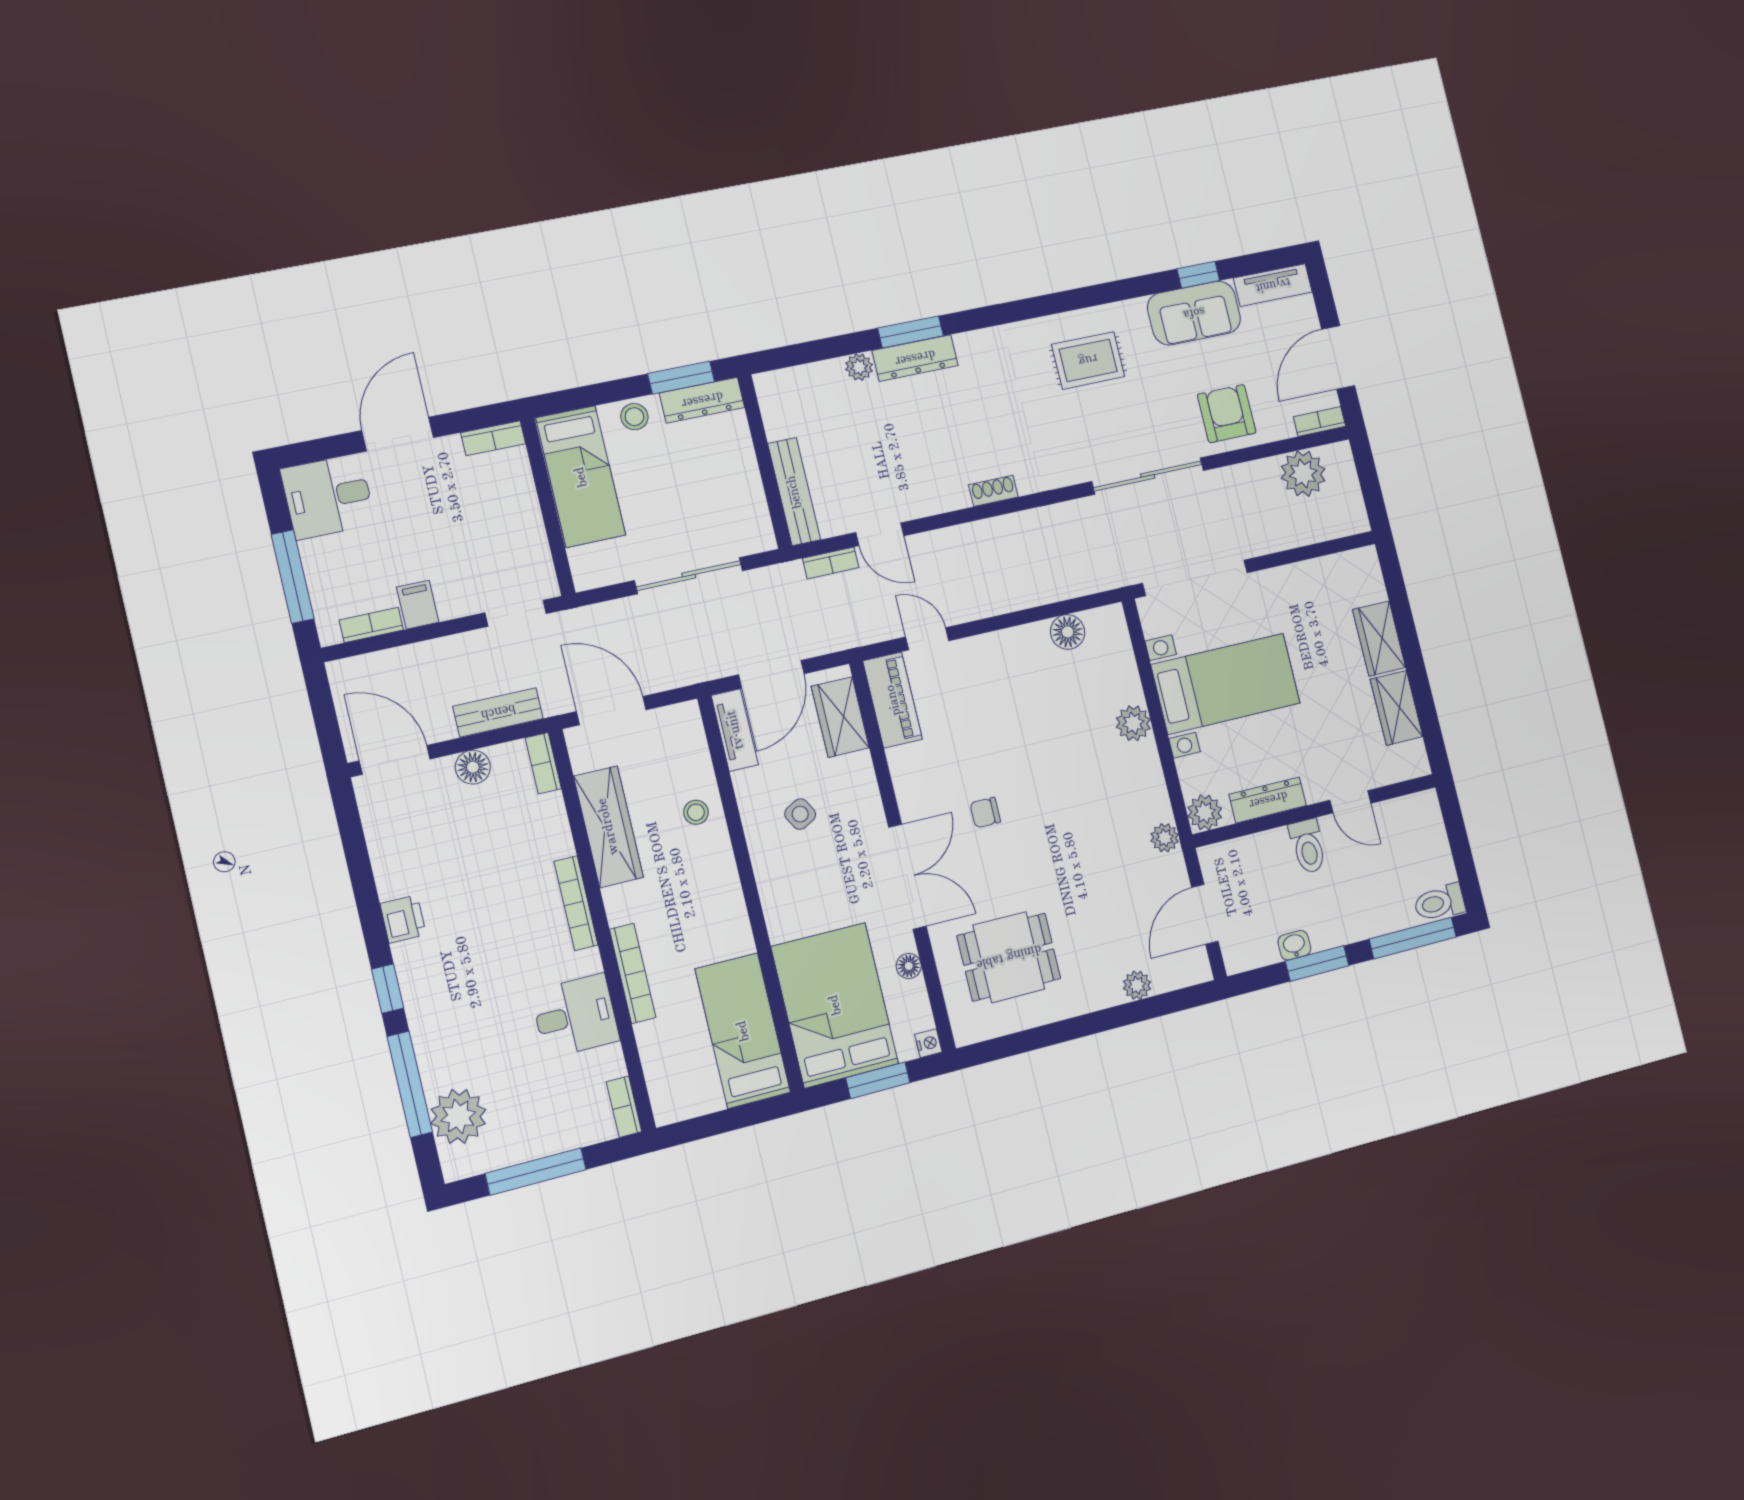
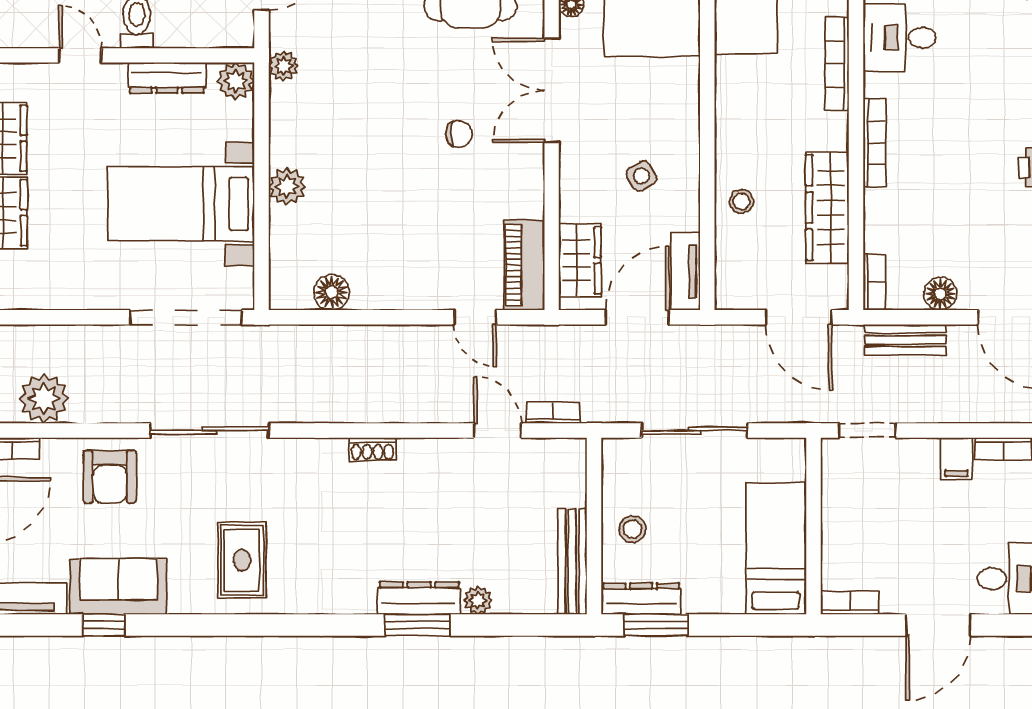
rug: (1088, 360) -> (242, 560), turned 90
stool: (634, 417) -> (632, 529), moved
bench: (794, 492) -> (572, 562), moved

